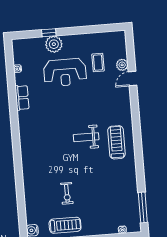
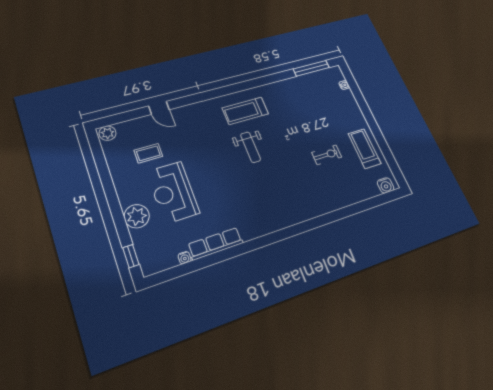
window: (49, 33) -> (131, 256), moved
plant: (122, 65) -> (108, 133), moved
reception desk: (65, 72) -> (173, 192), turned 180
row of seats: (22, 98) -> (216, 244), width x1.48

